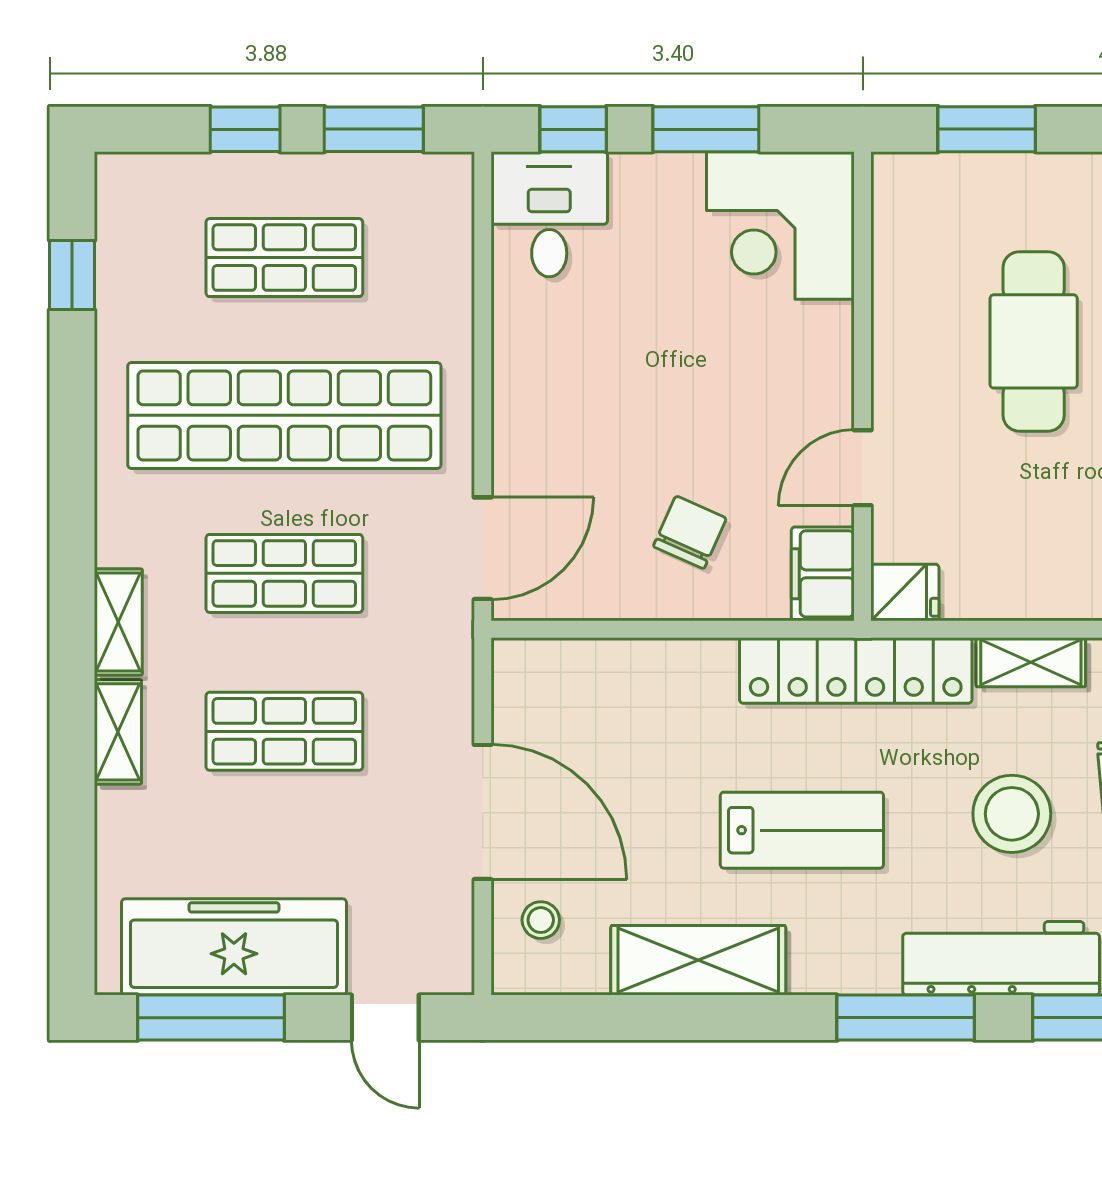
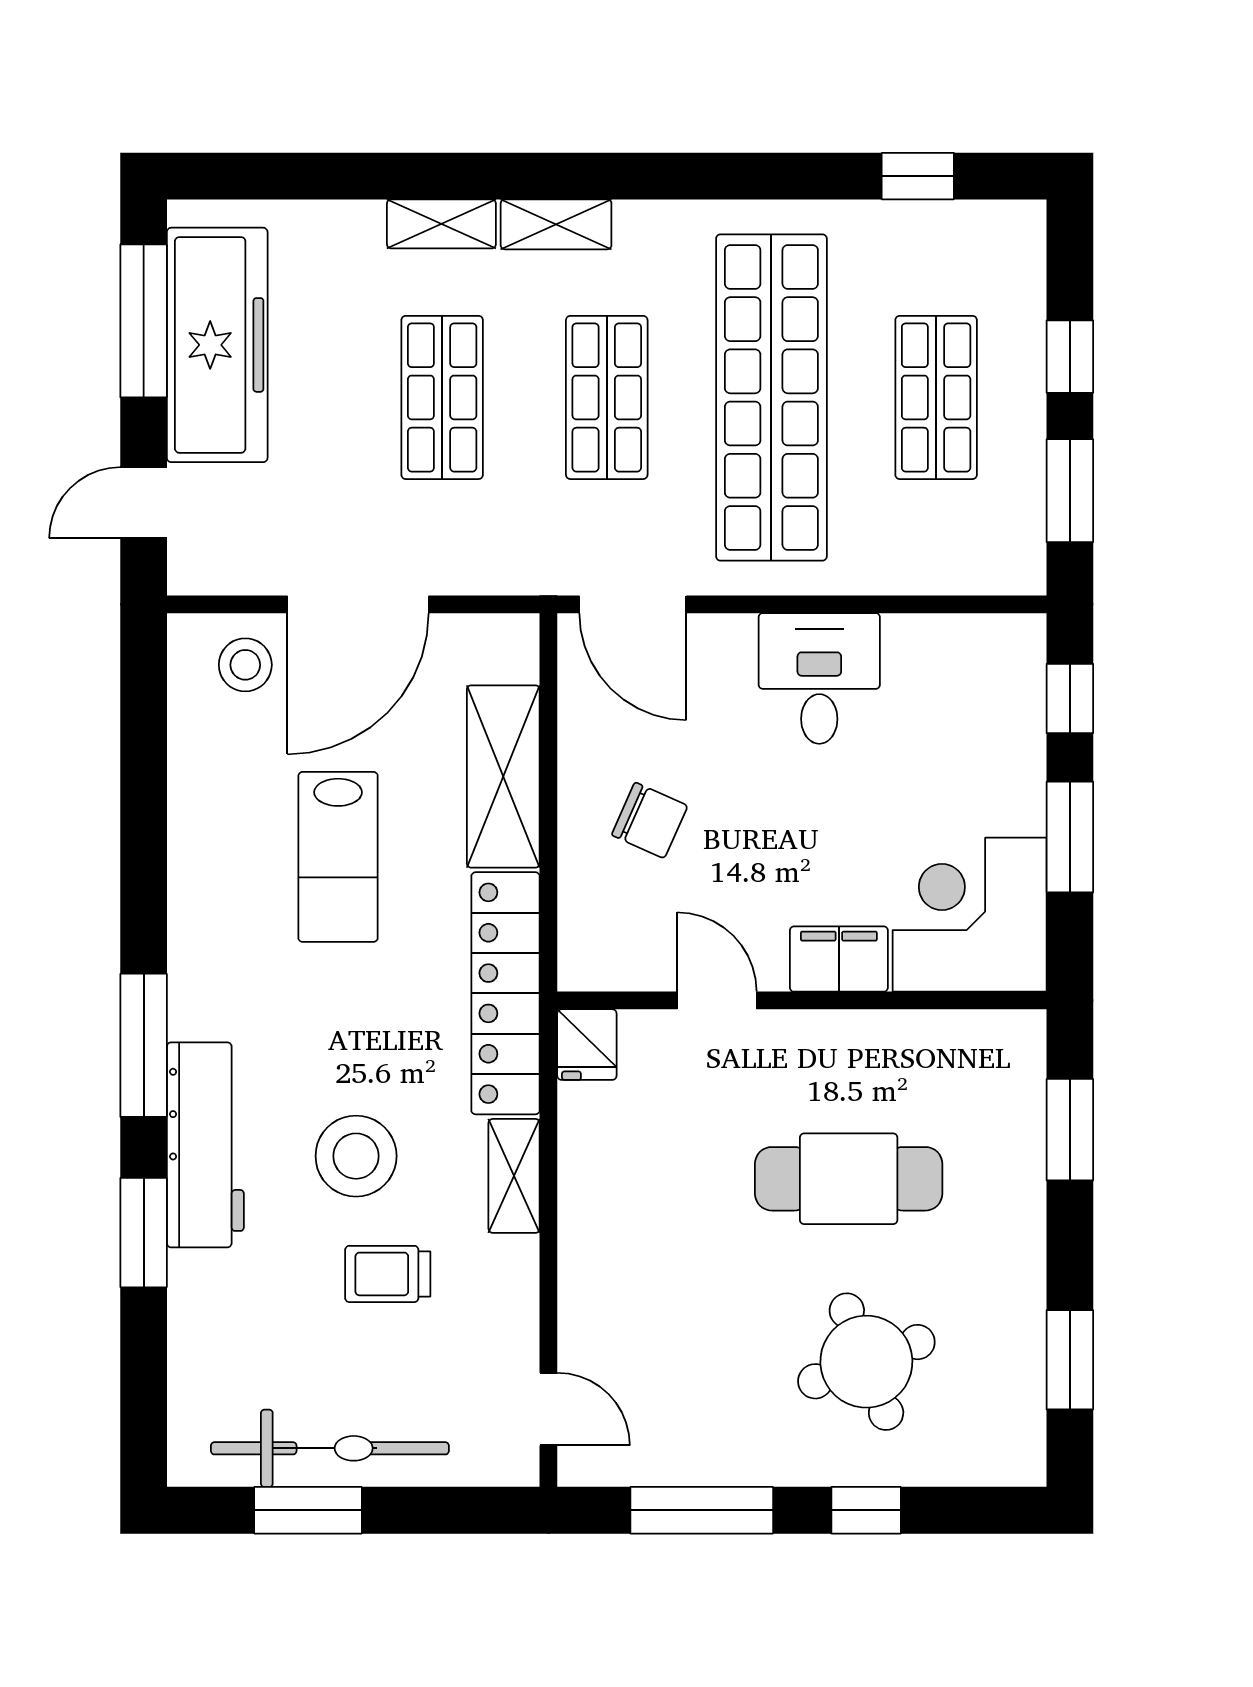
desk: (549, 214) -> (819, 678), moved, turned -90
filing cabinet: (823, 574) -> (839, 959), moved
lab bench: (802, 830) -> (338, 857), moved
stool: (541, 920) -> (245, 665), width x1.37, depth x1.37
shelving: (698, 960) -> (503, 776), moved

